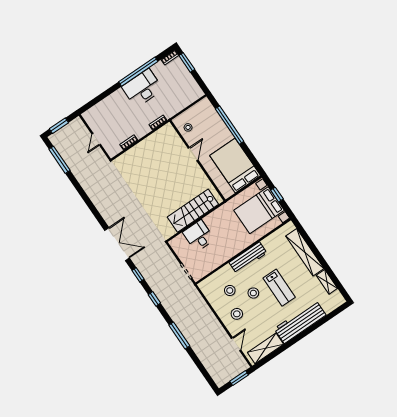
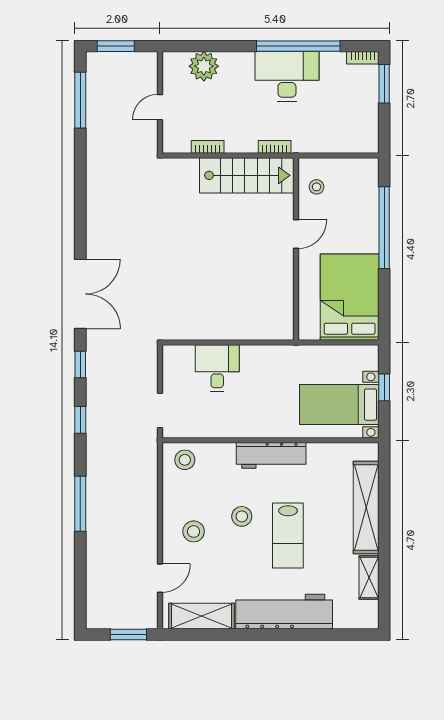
plant: (103, 108) -> (204, 66), added
bed with nightstands: (259, 210) -> (339, 405), width x0.73
stairs: (193, 211) -> (247, 175), moved, turned 180
stool: (230, 290) -> (185, 460), moved

